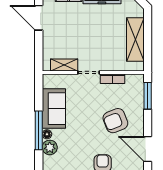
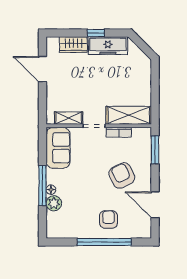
shelving: (135, 40) -> (129, 115), moved, turned 90
sofa: (54, 109) -> (58, 148), moved
armchair: (115, 121) -> (122, 175), turned 86

